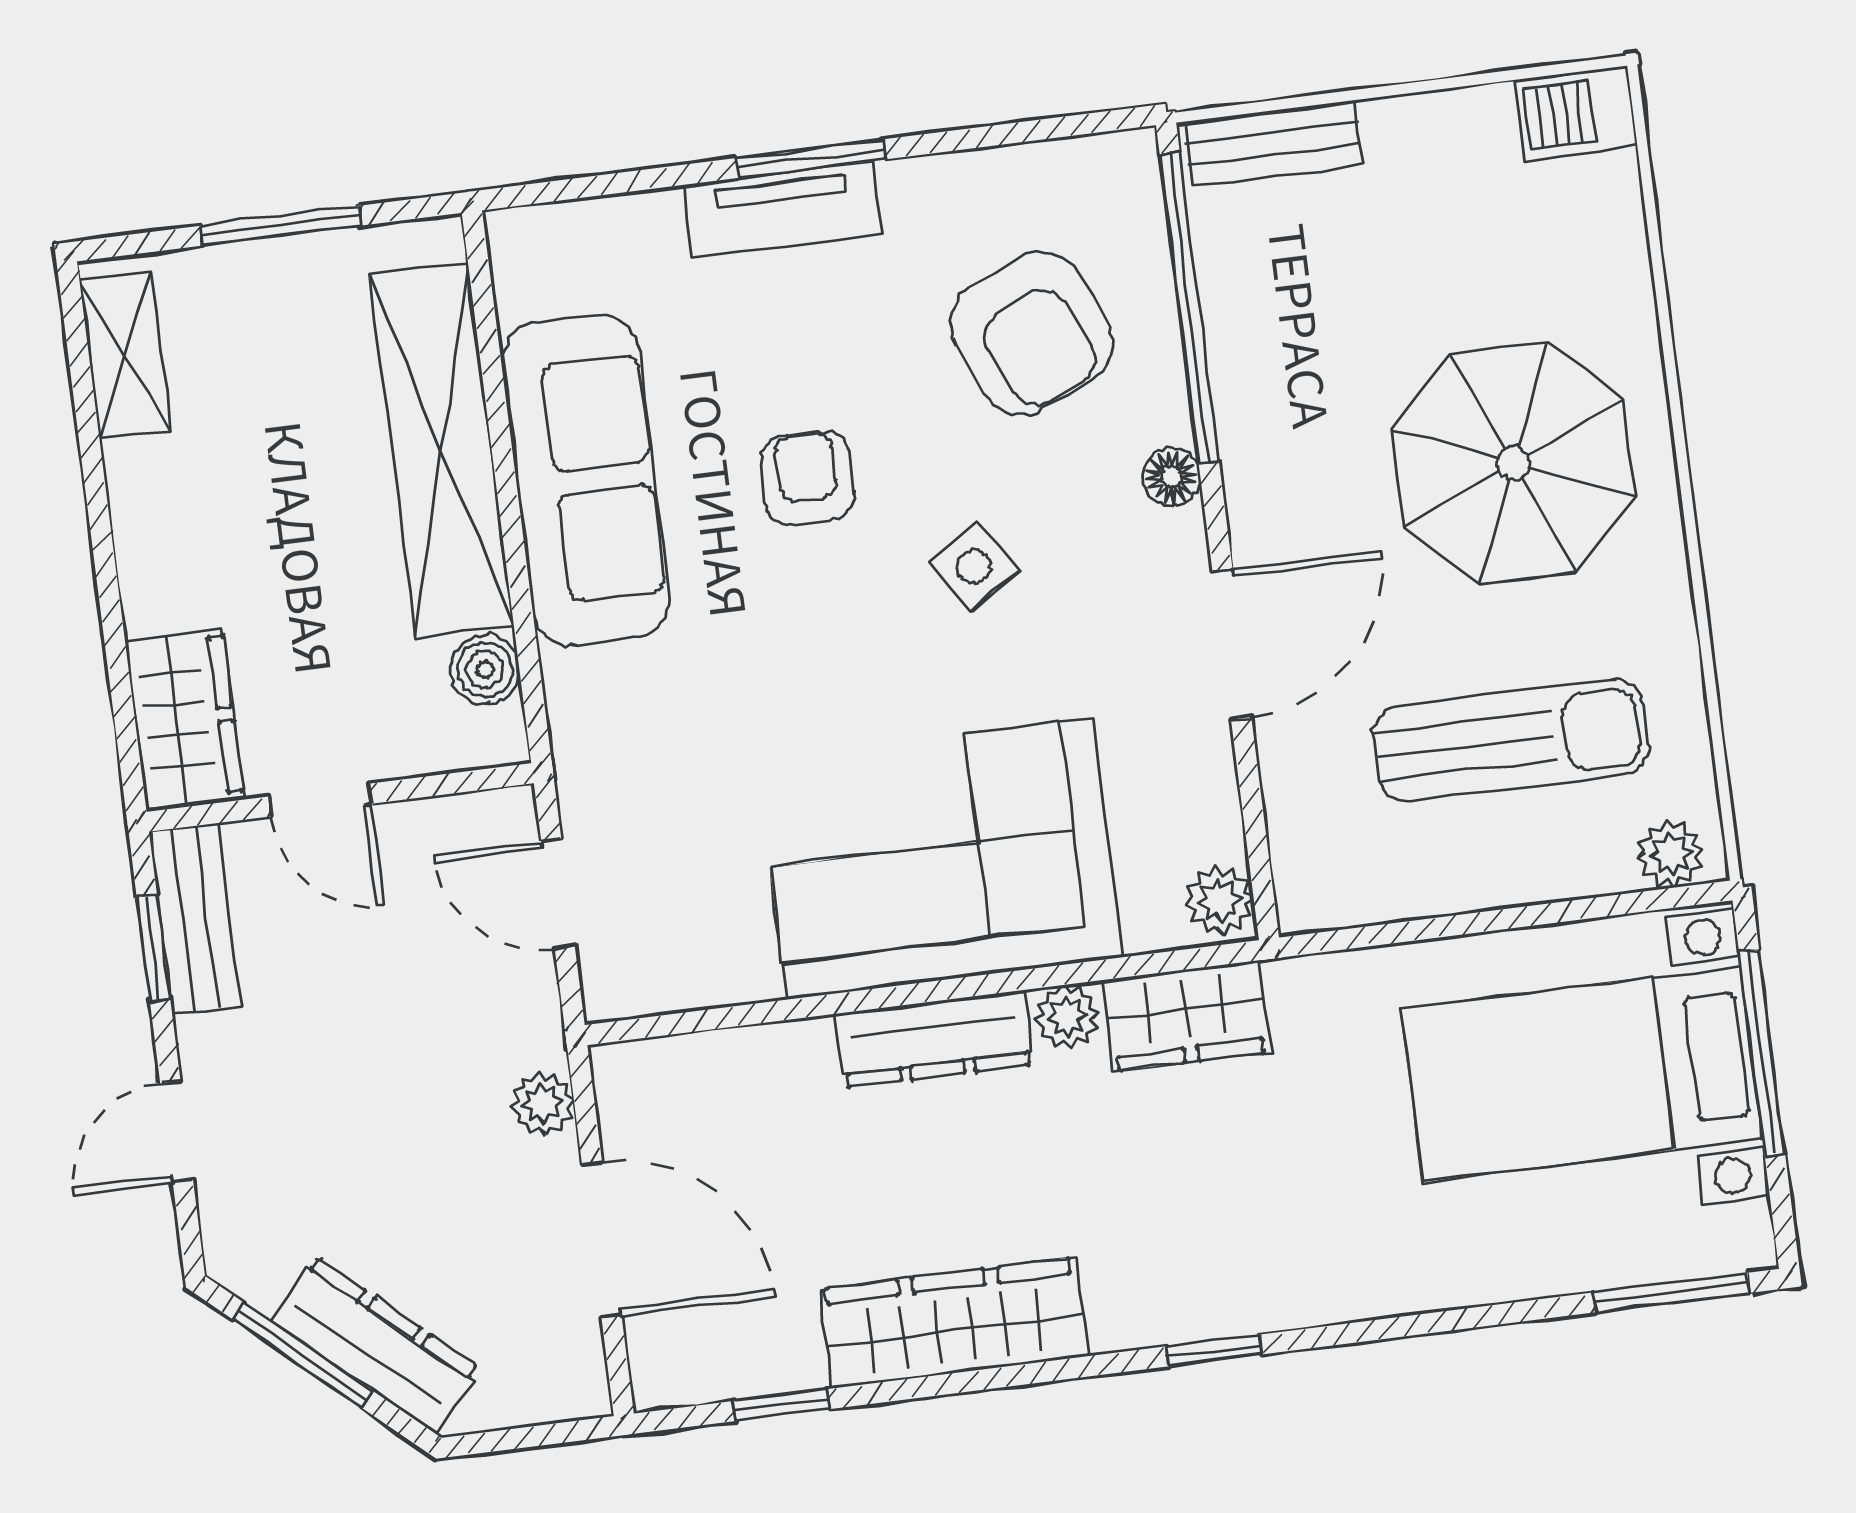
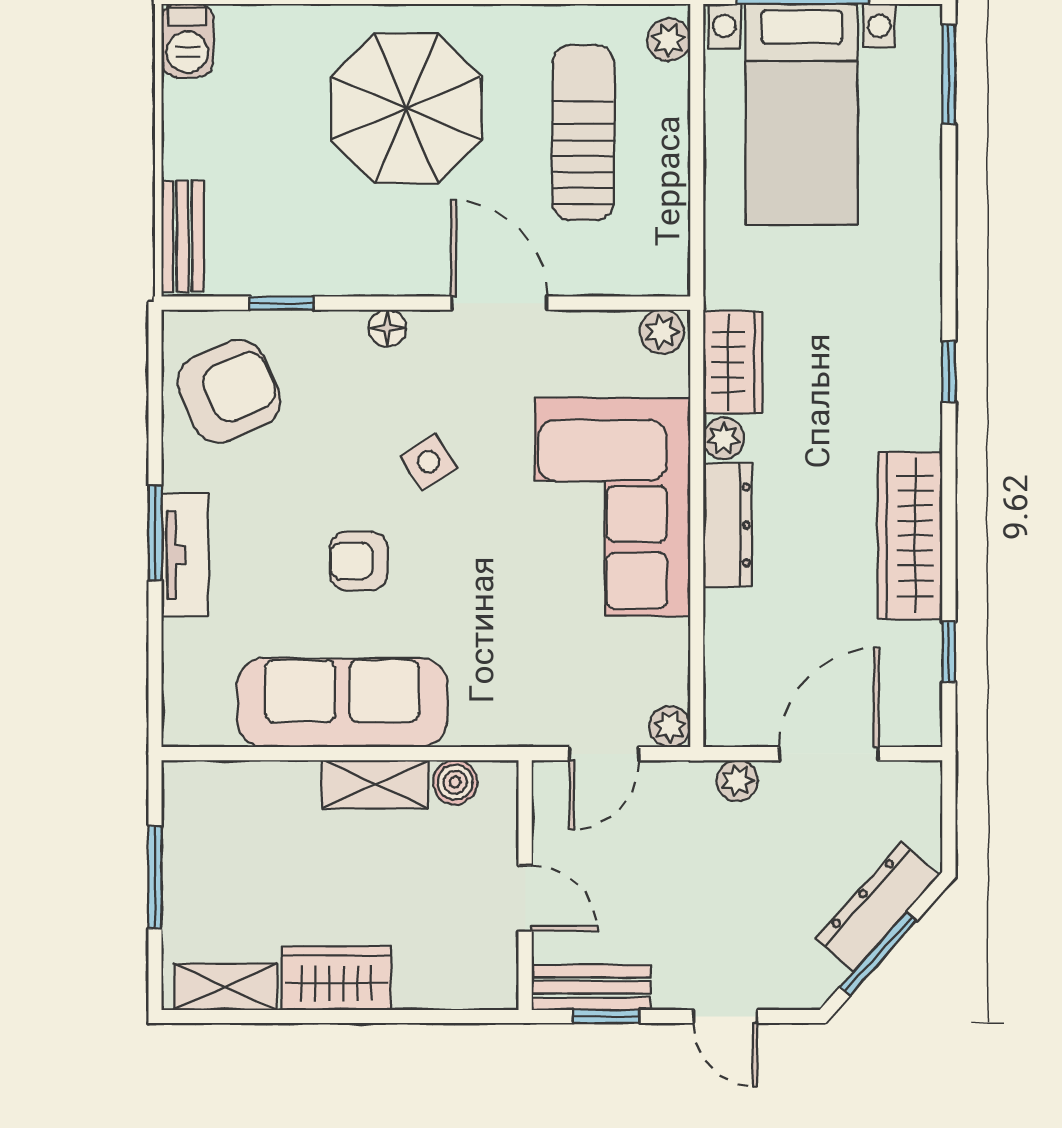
window: (1189, 308) -> (281, 303), width x0.32
armchair: (1031, 333) -> (229, 391), moved
shelving: (442, 450) -> (375, 784), width x0.45, depth x0.75
wardrobe: (184, 719) -> (336, 978), moved
door: (320, 800) -> (525, 898), hinge flipped
plant: (612, 989) -> (670, 727), added

